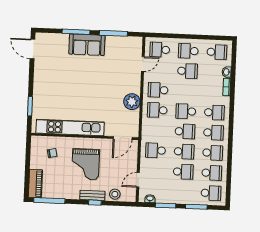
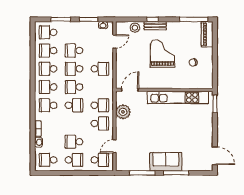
kitchen unit: (70, 127) -> (178, 98), moved
wall: (85, 136) -> (164, 90), moved
door: (123, 138) -> (130, 90), moved

